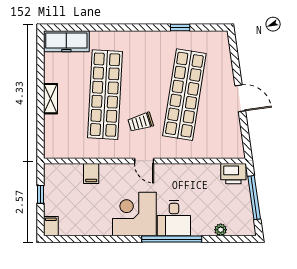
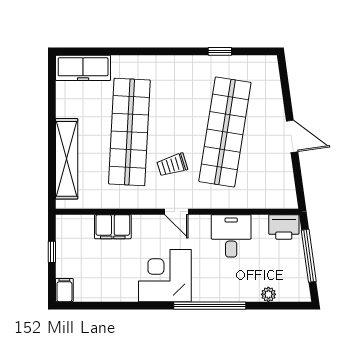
shelving: (50, 99) -> (67, 159), width x2.20, depth x1.33
filing cabinet: (91, 173) -> (113, 227), width x2.00
desk: (174, 218) -> (231, 236), moved, turned 180

